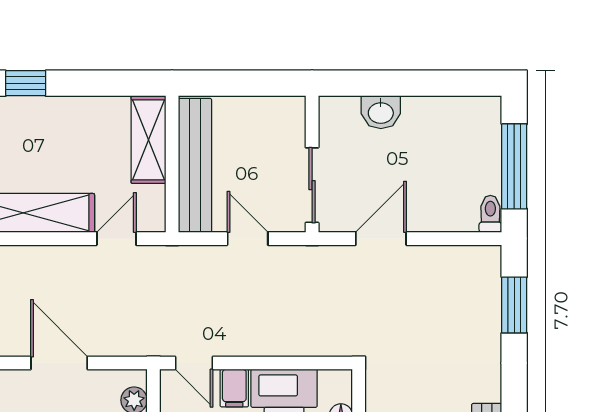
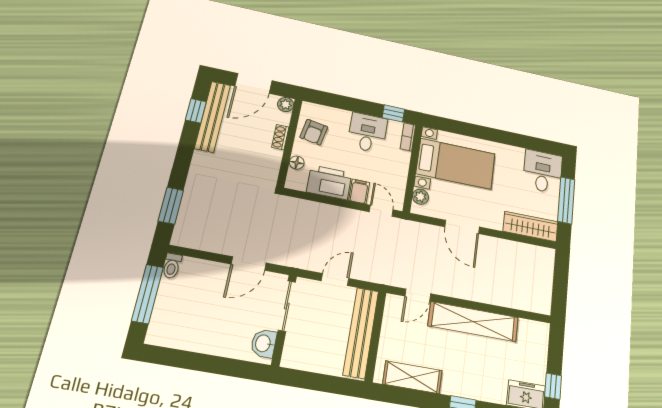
washbasin: (381, 112) -> (264, 343), moved, turned -90
shelving: (148, 140) -> (412, 377), moved, turned 90
door: (248, 239) -> (335, 280), swing flipped

